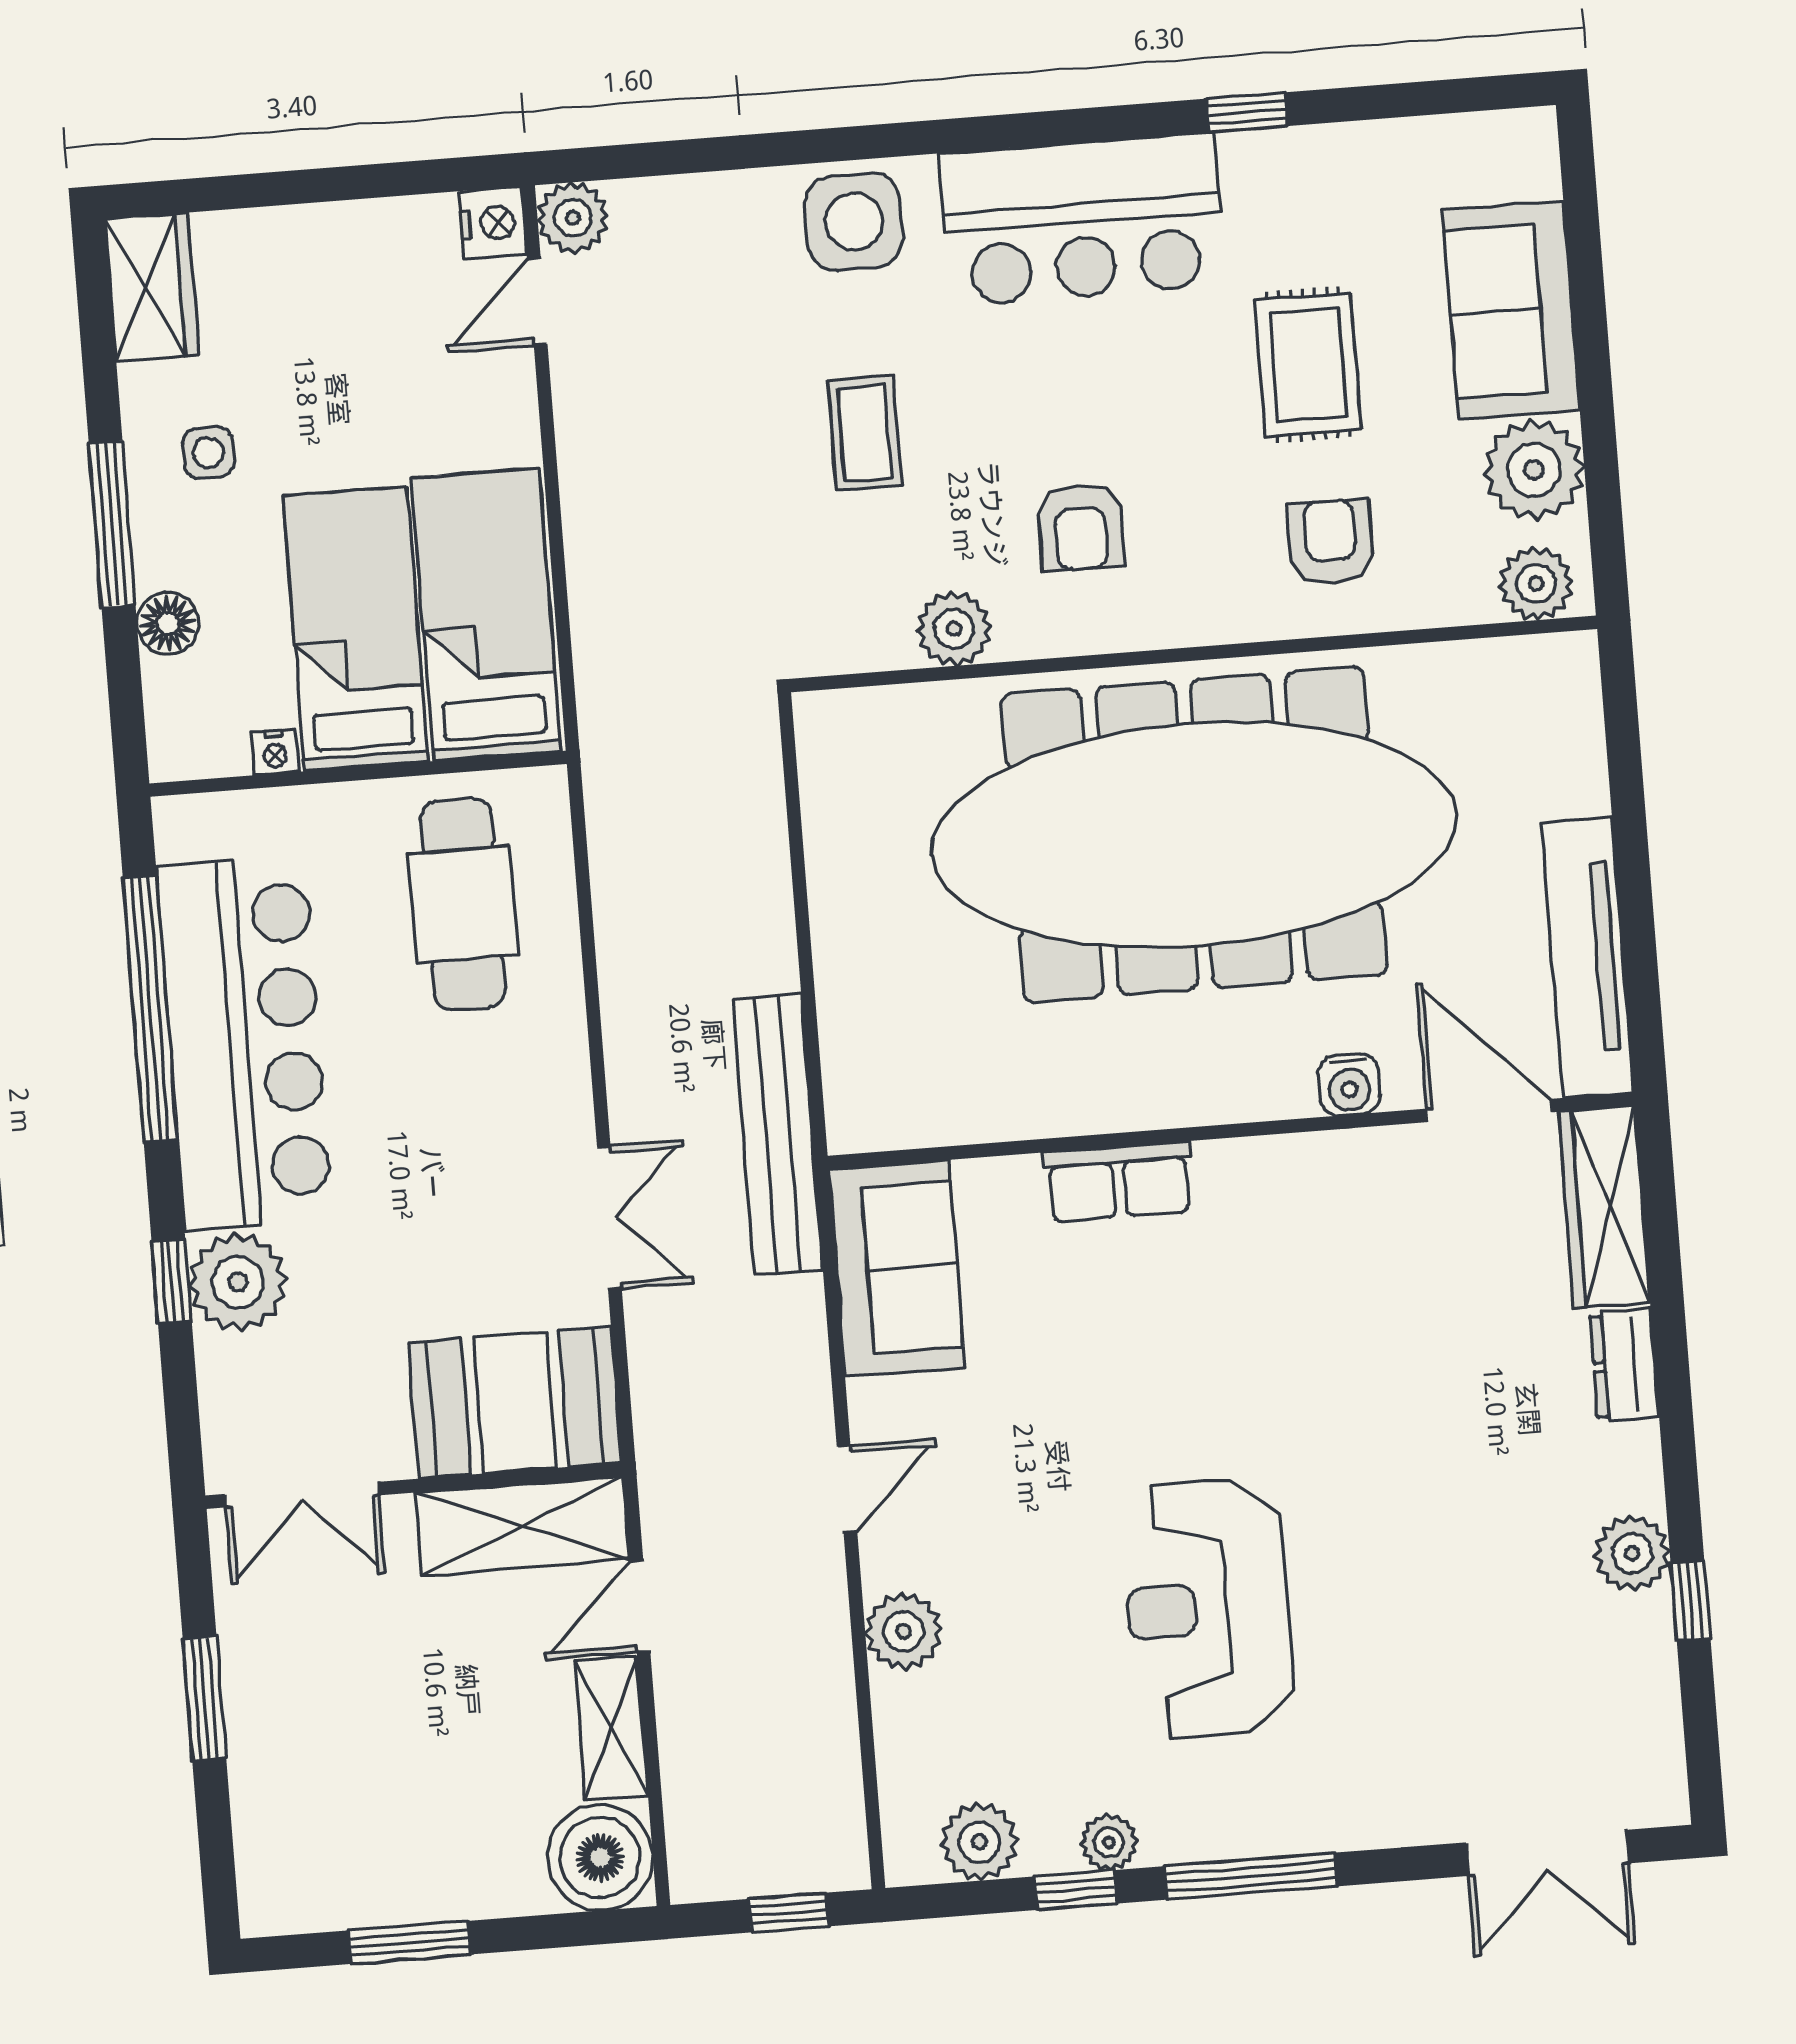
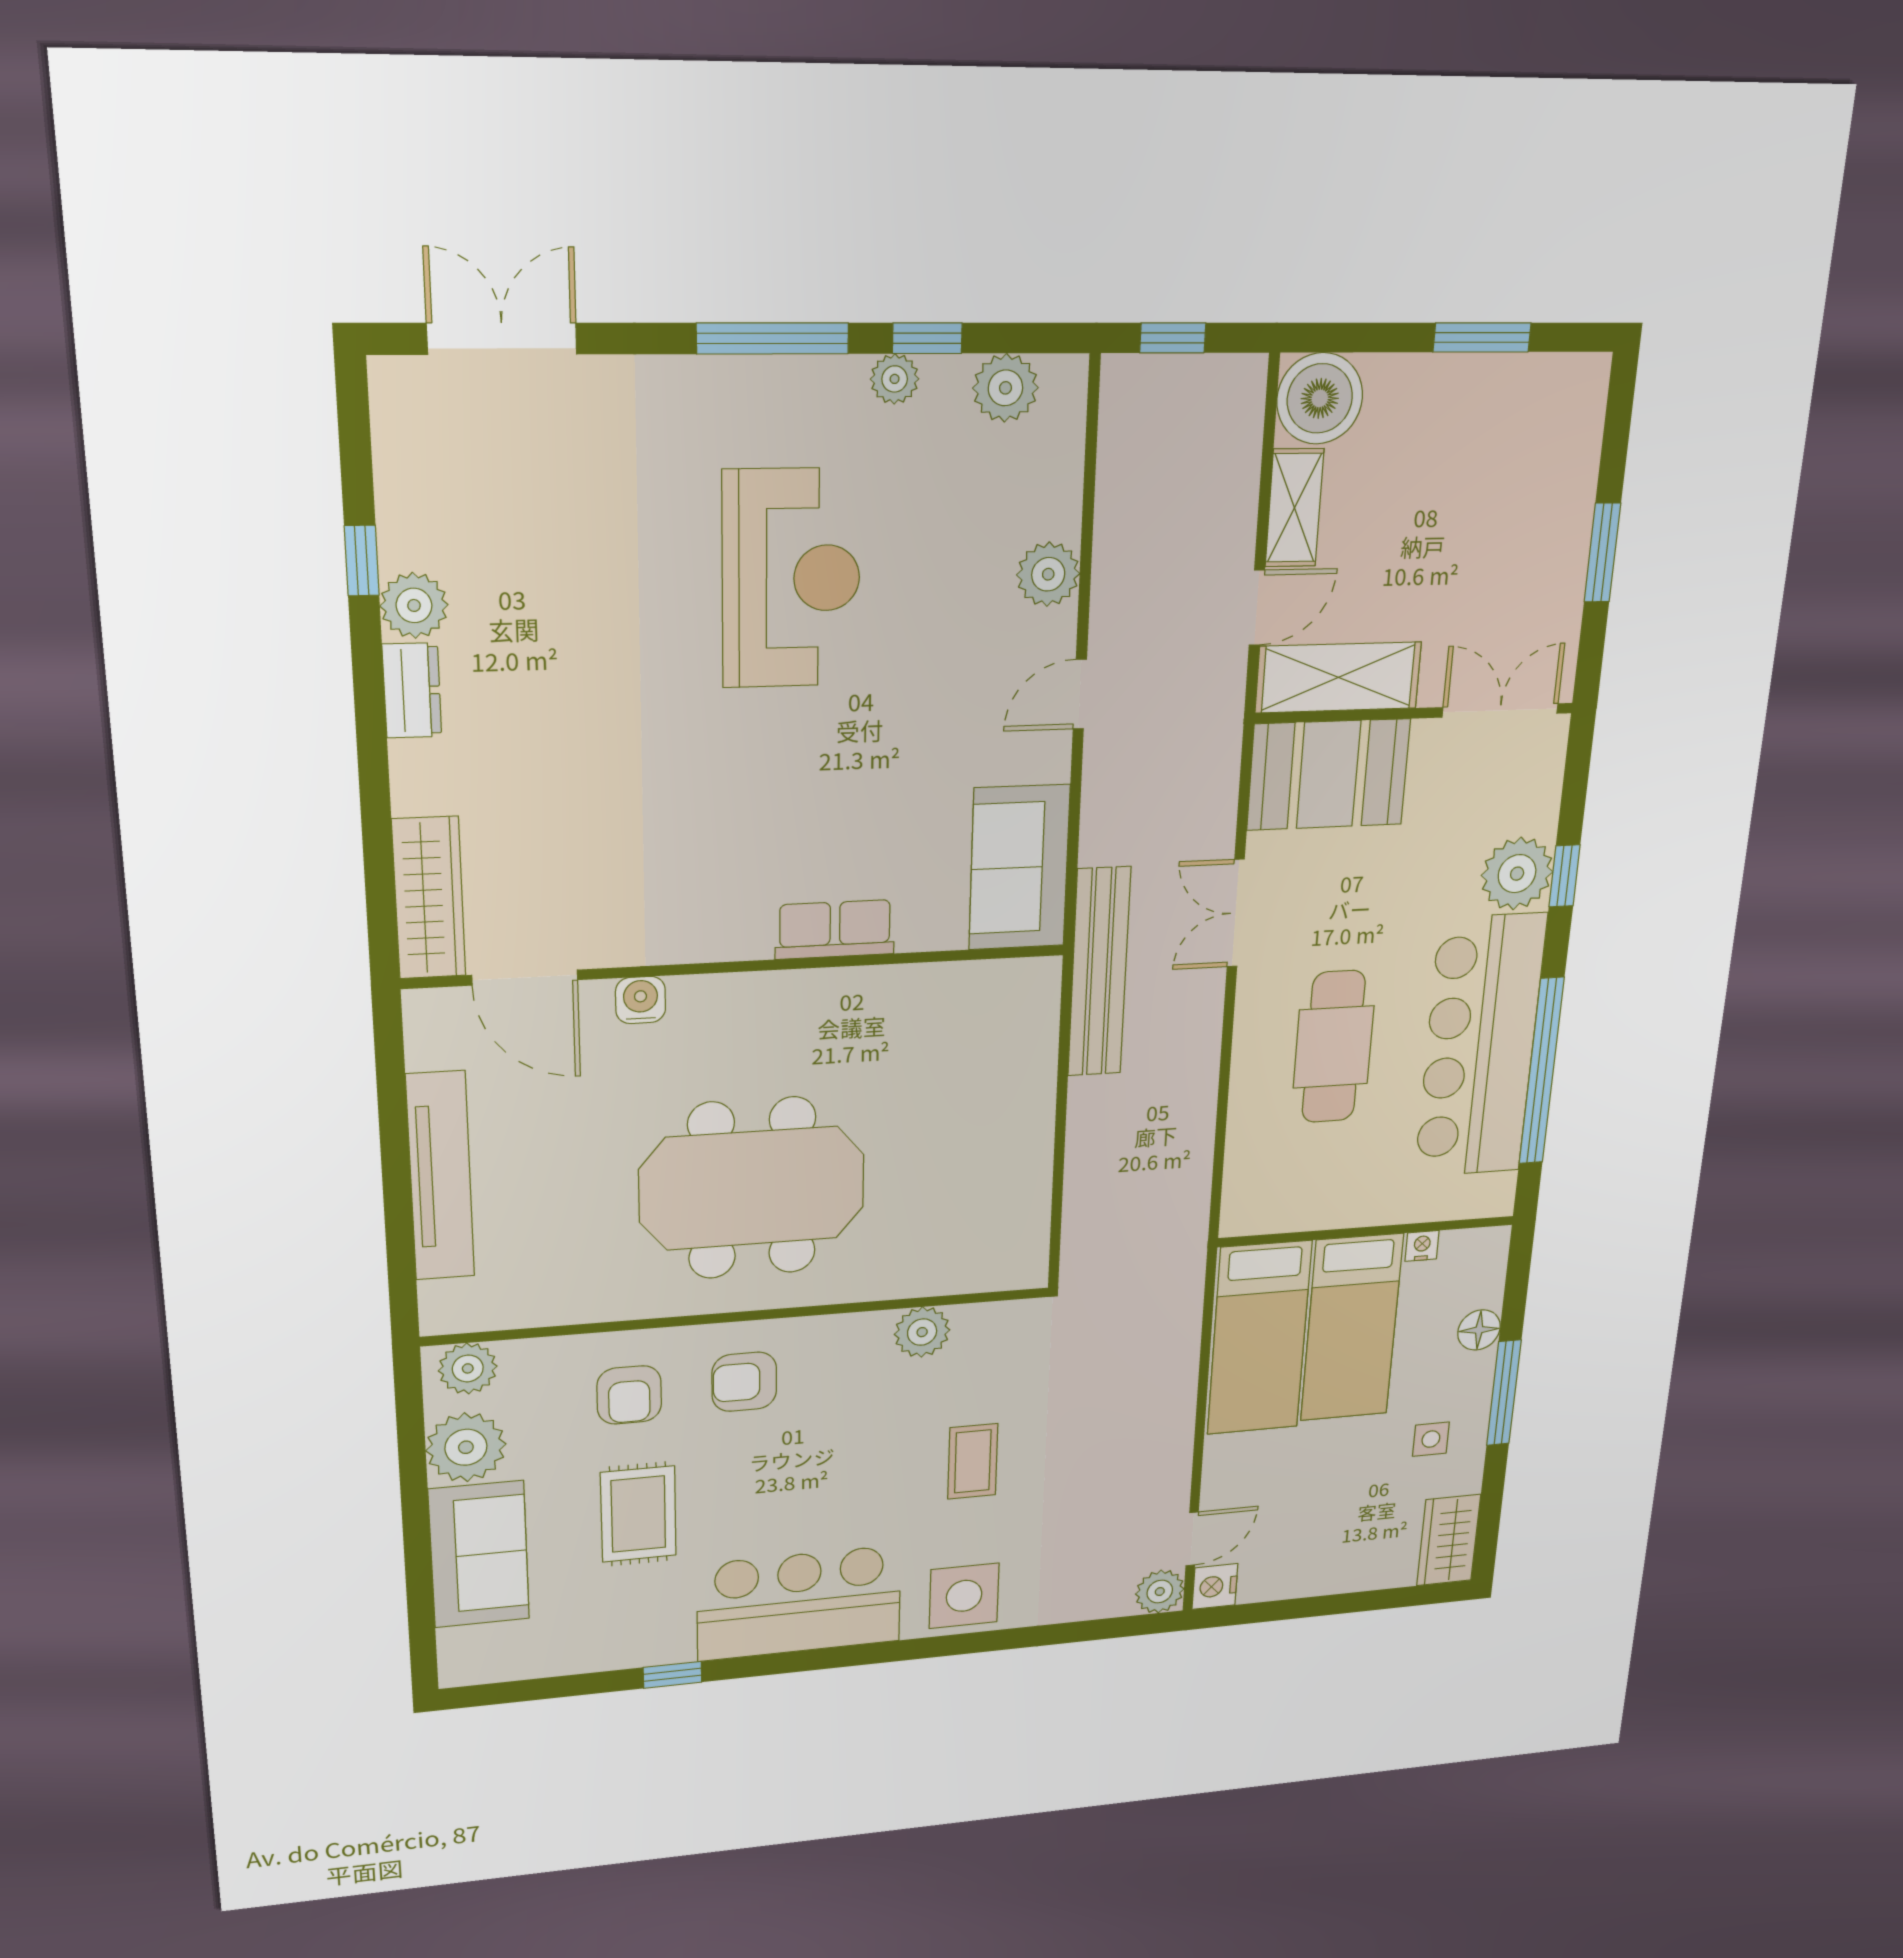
armchair: (1081, 527) -> (744, 1382), moved, turned -90
meeting table: (1194, 835) -> (752, 1188), width x0.54, depth x0.79
cafe table: (463, 904) -> (1334, 1047), moved
tv unit: (1588, 957) -> (440, 1176), moved
dresser: (1624, 1365) -> (412, 691), moved

